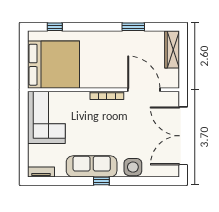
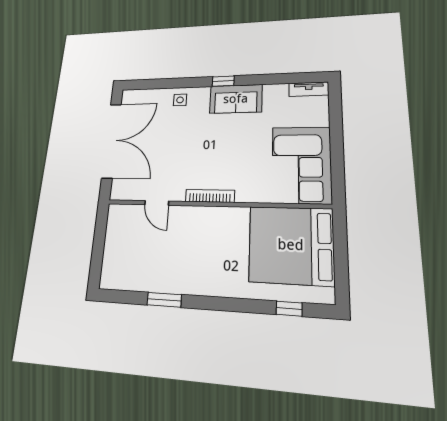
wardrobe: (172, 49) -> (112, 261), removed
door: (144, 90) -> (157, 203), width x0.53
sofa: (92, 166) -> (236, 99), width x0.73
side table: (133, 167) -> (180, 100), width x0.54, depth x0.54

